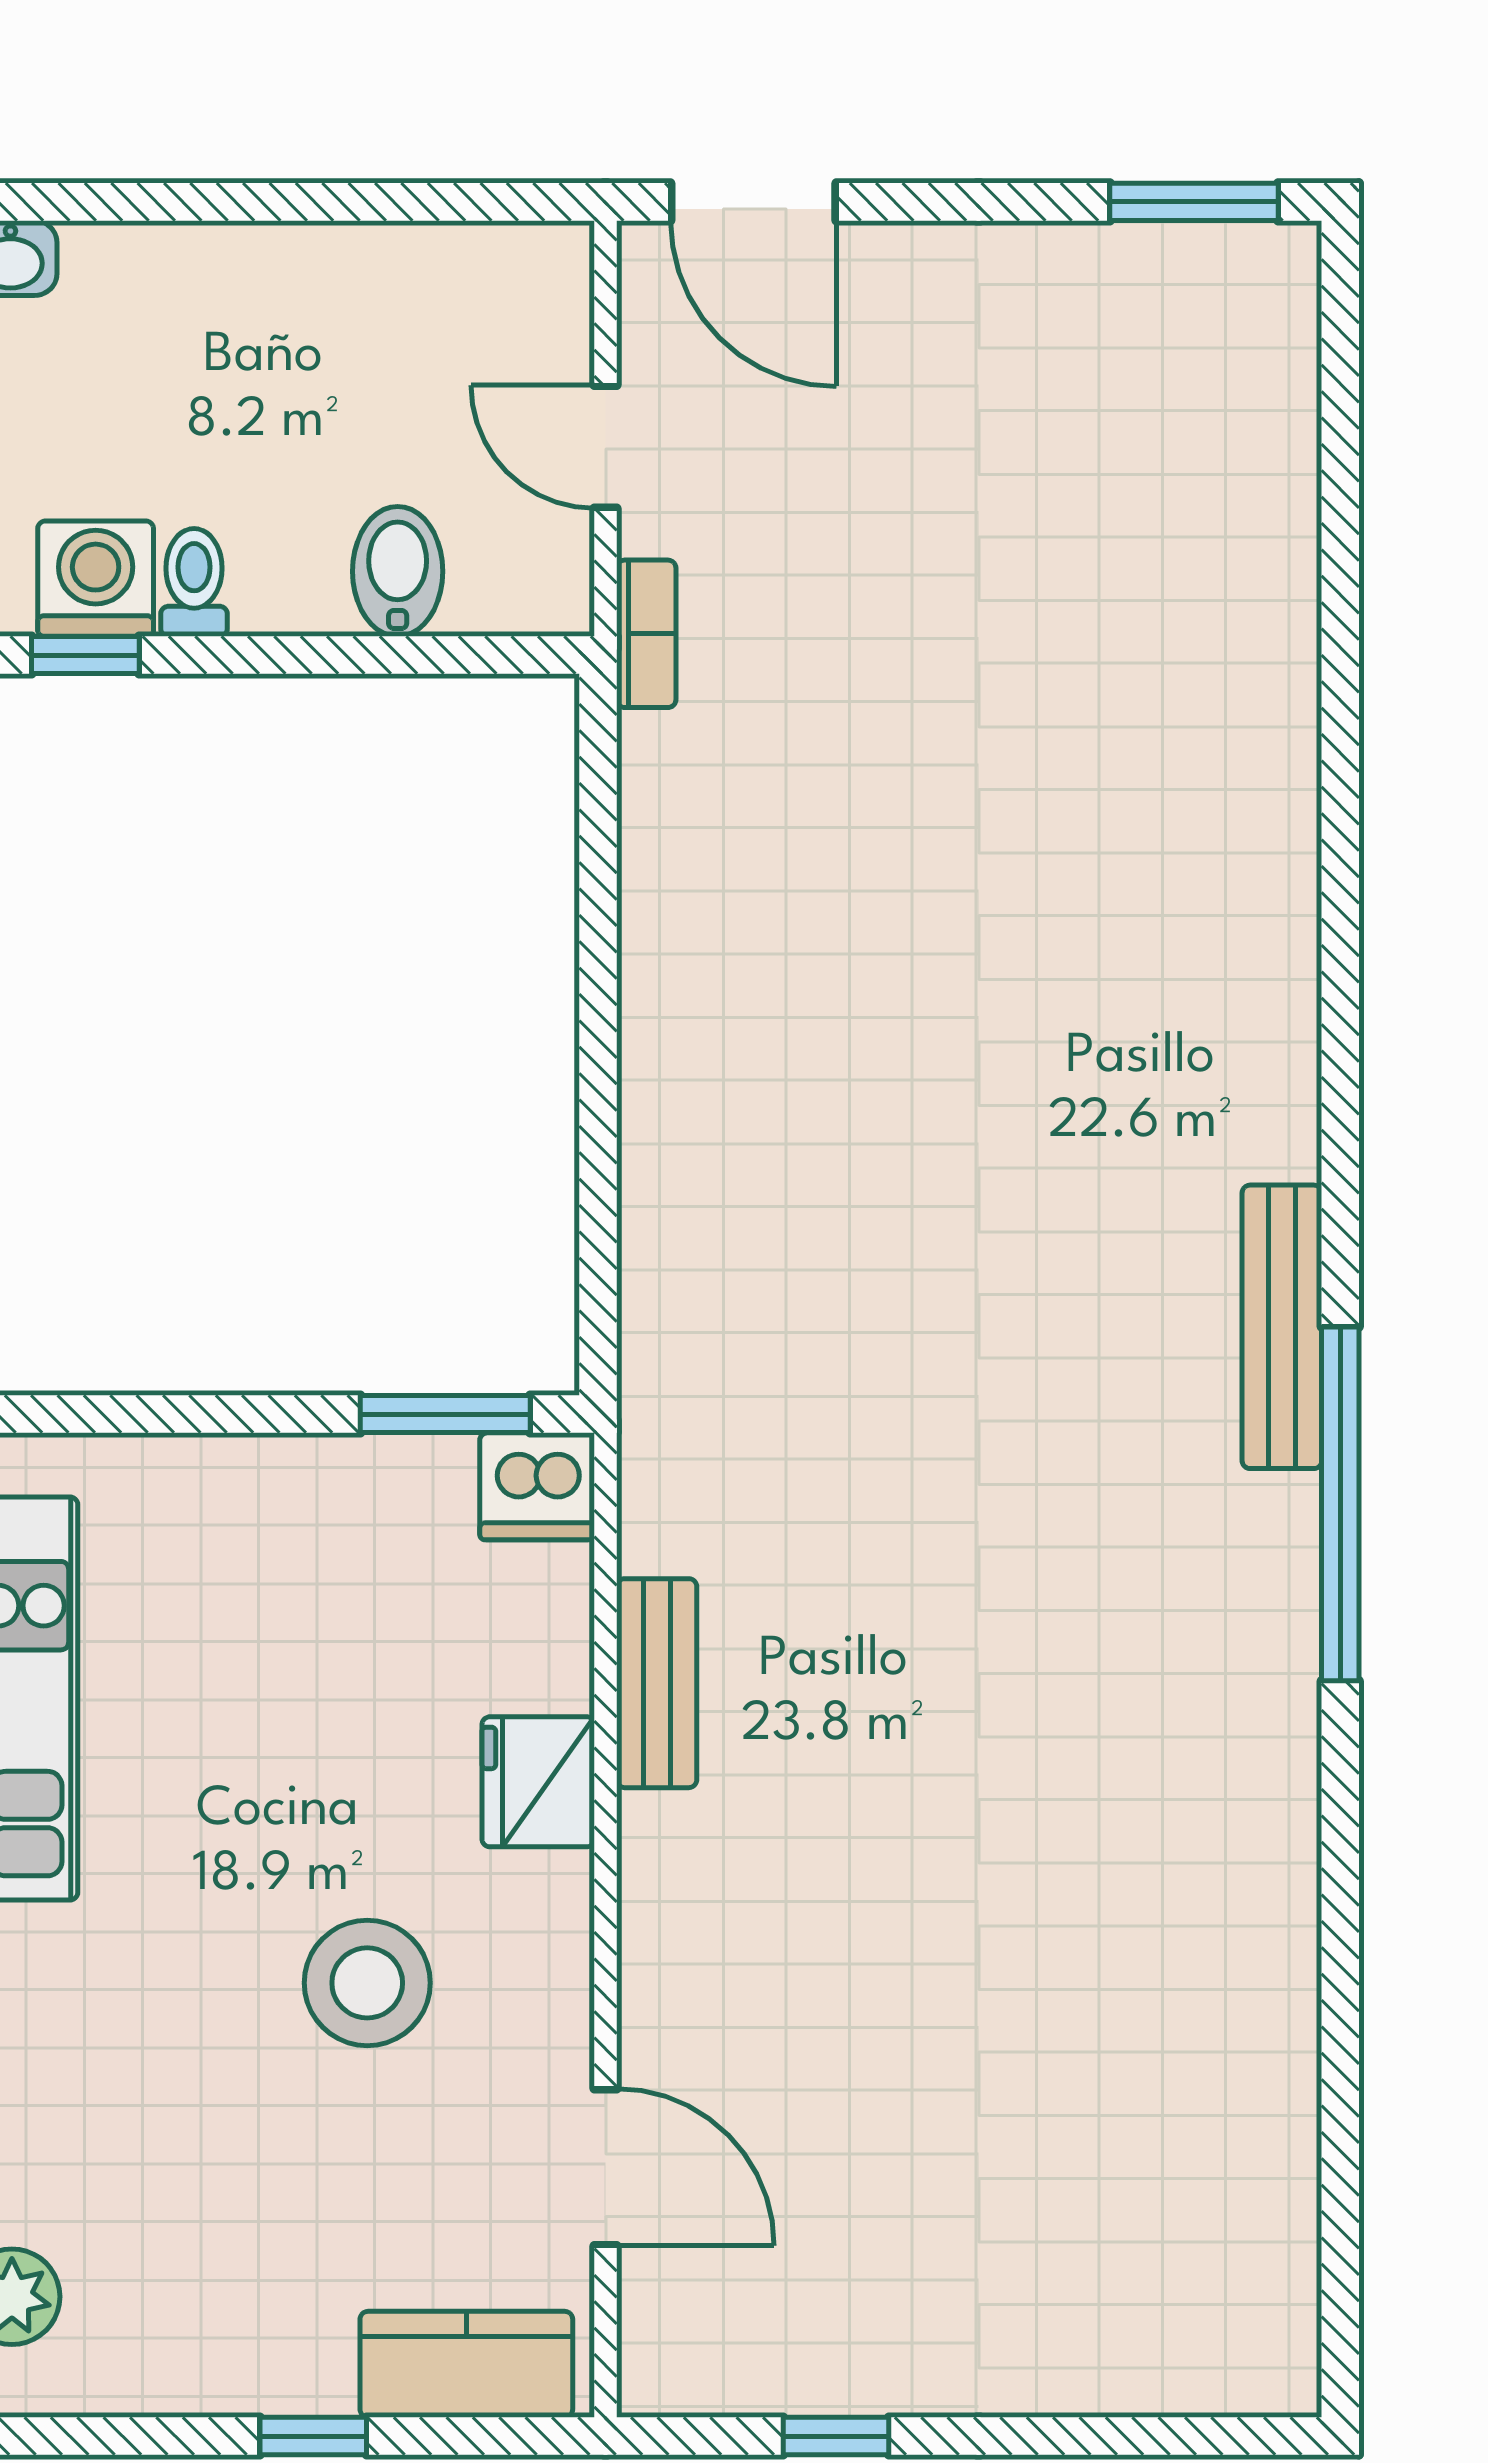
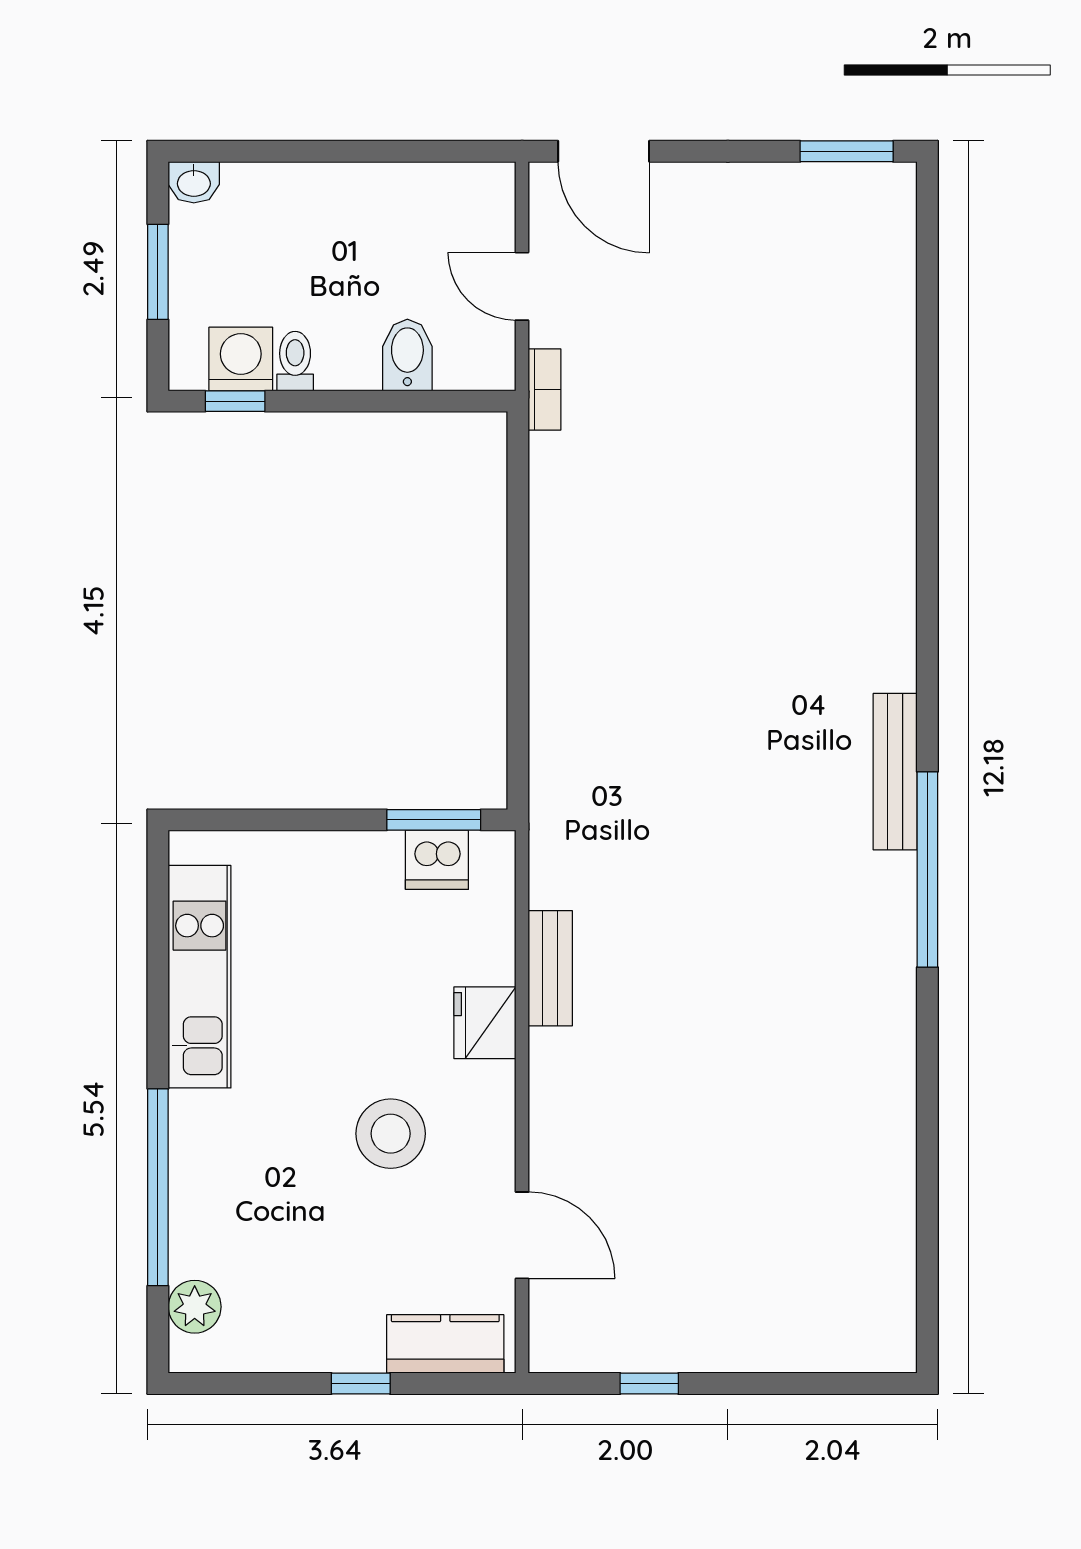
dishwasher: (537, 1486) -> (437, 860), moved

